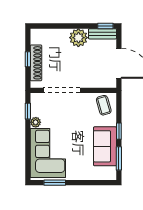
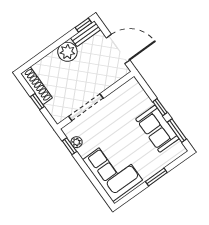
shoe rack: (36, 63) -> (37, 86), moved
coffee table: (104, 105) -> (131, 94), removed
plant: (36, 122) -> (77, 142), moved
window: (55, 183) -> (156, 177), moved

